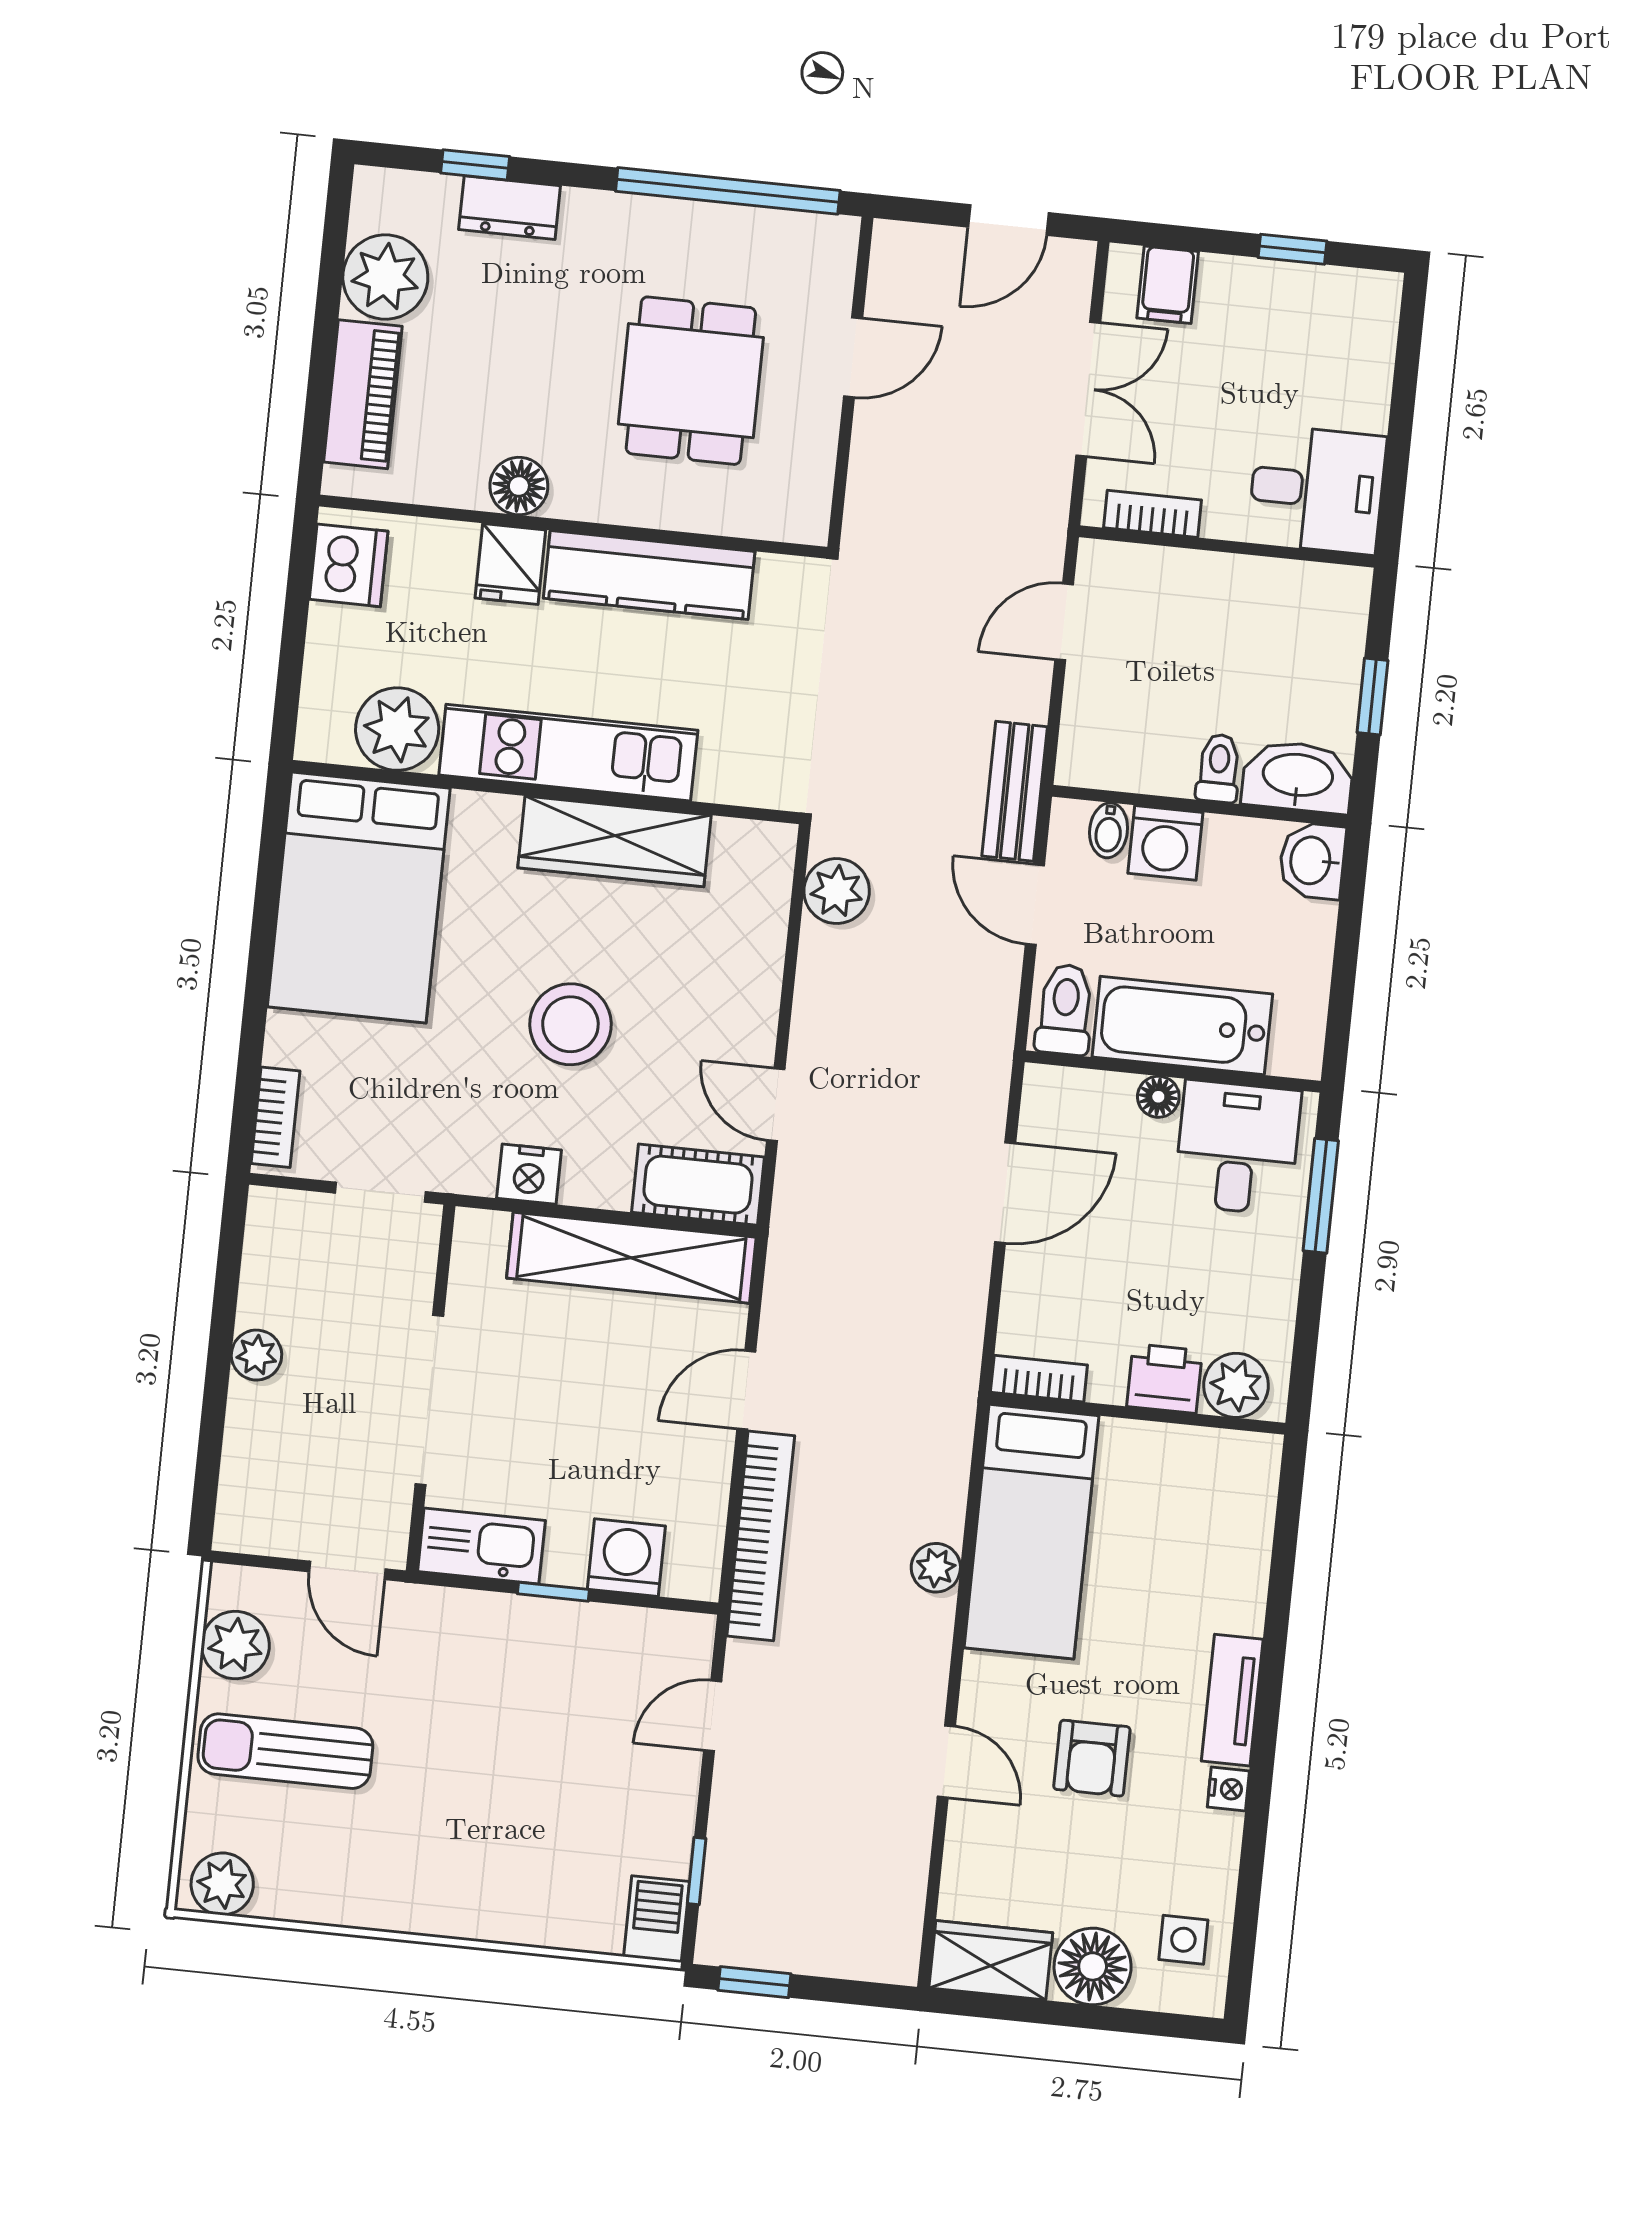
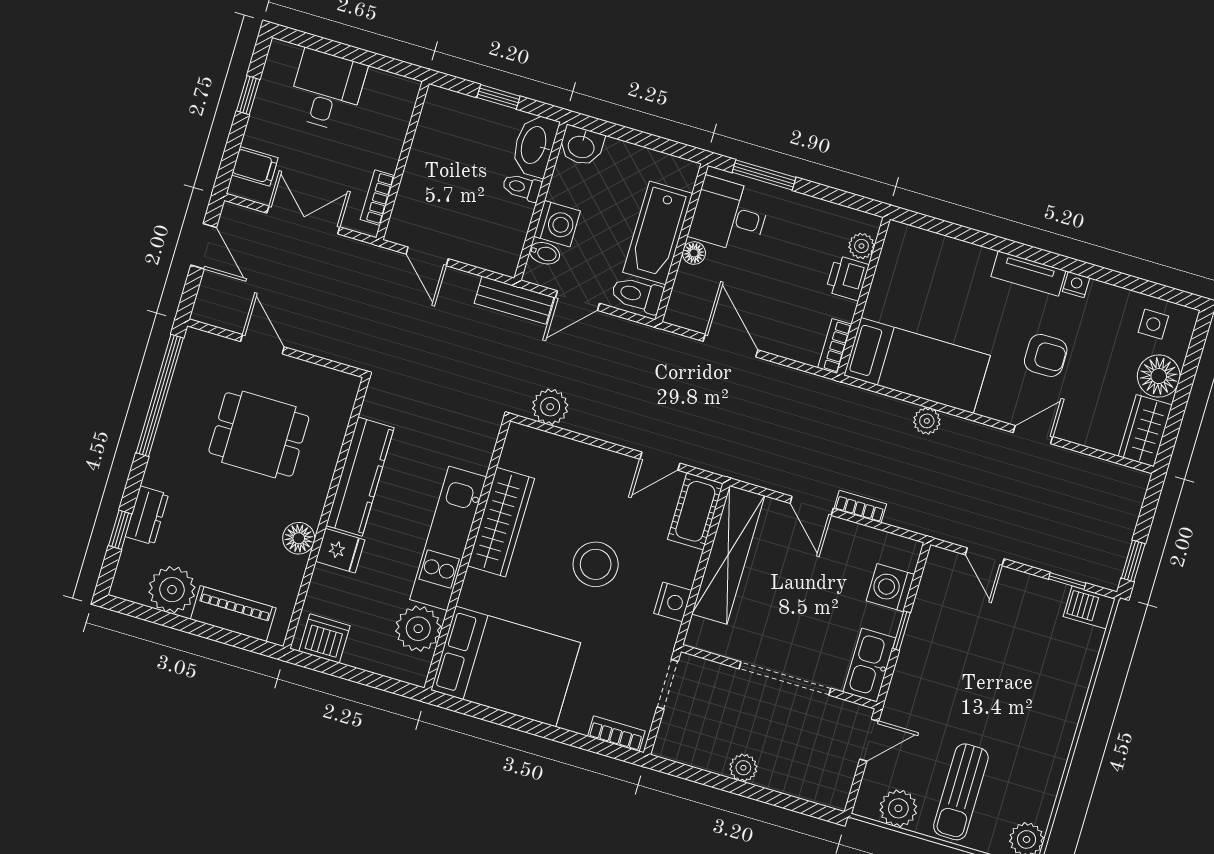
desk: (1317, 490) -> (327, 90), moved
plant: (1236, 1385) -> (861, 246), width x0.73, depth x0.73
bookcase: (761, 1536) -> (860, 506), width x0.43, depth x0.76

